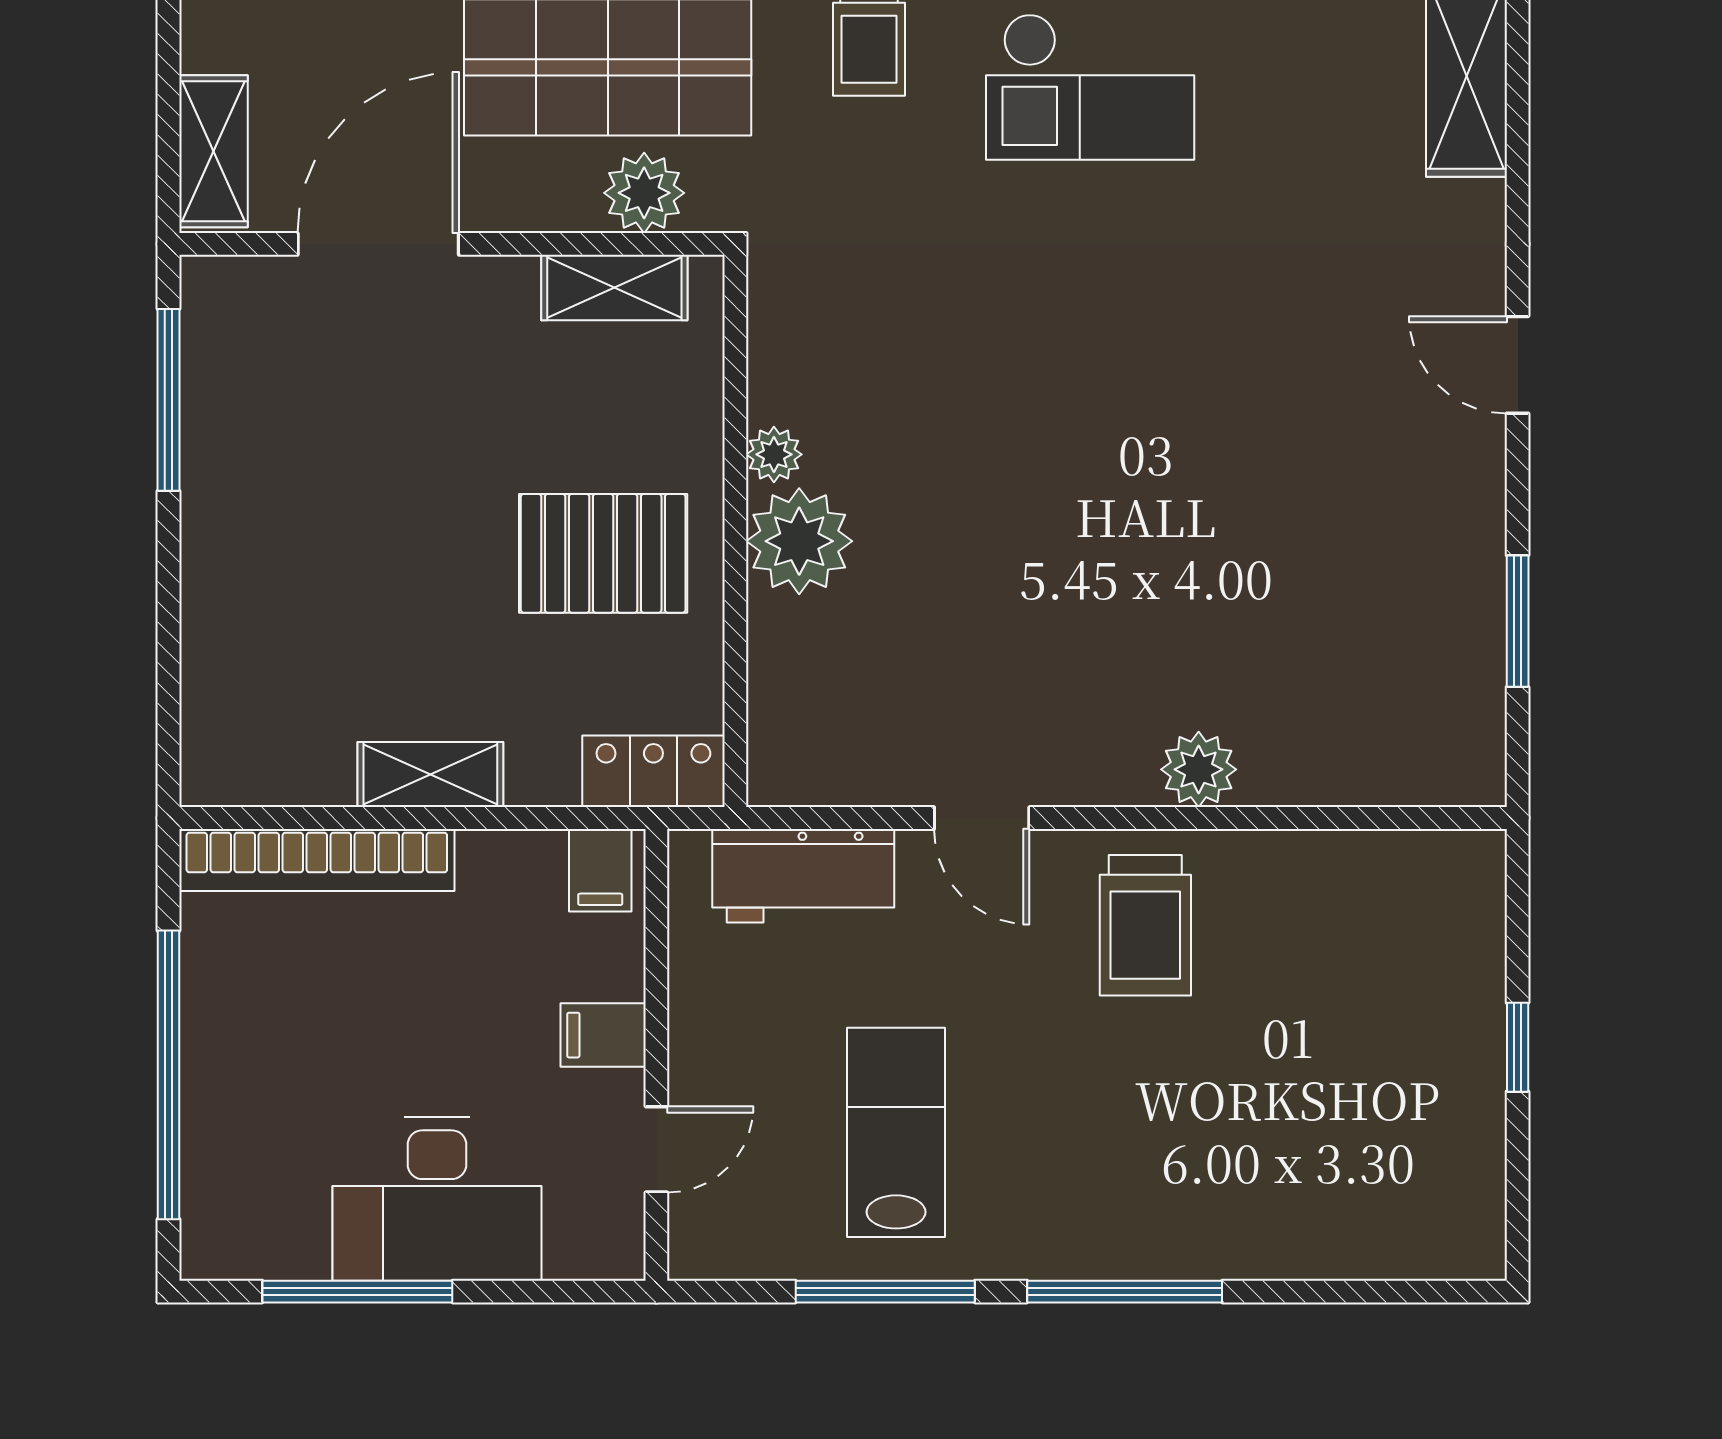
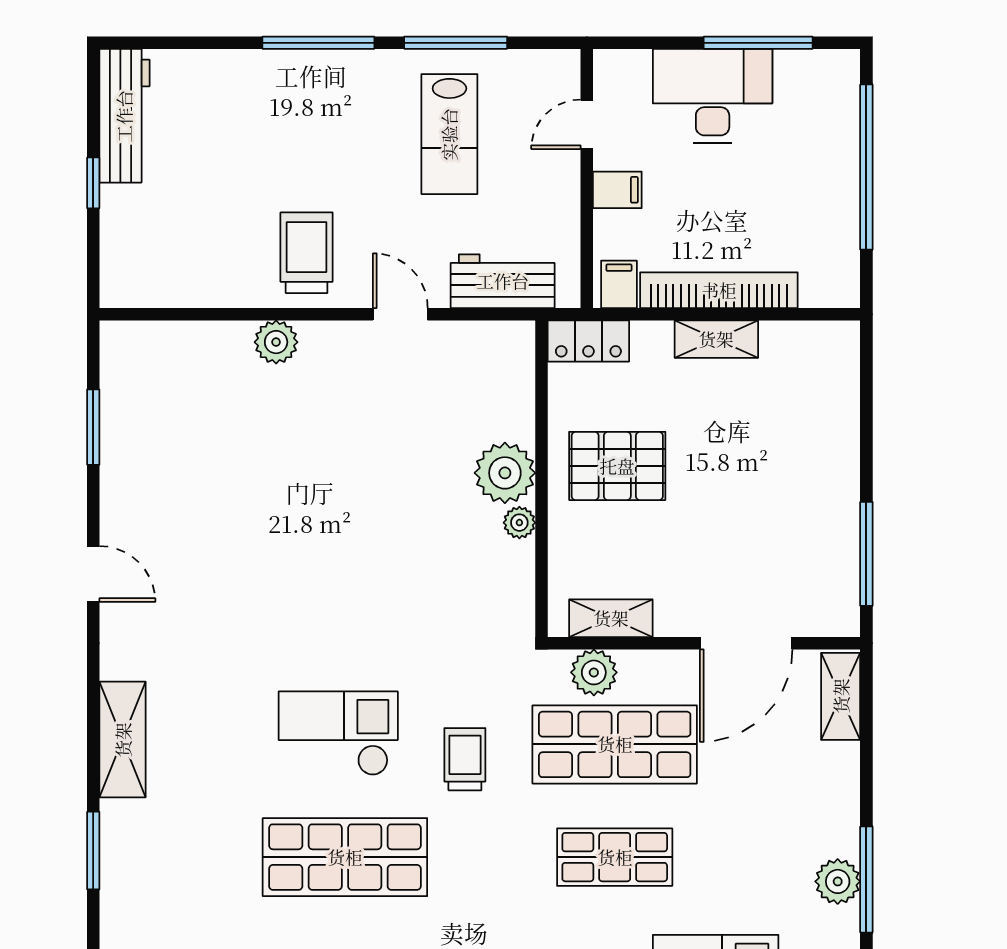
bookcase: (317, 860) -> (719, 290), moved
workbench: (1463, 1164) -> (124, 116), added

